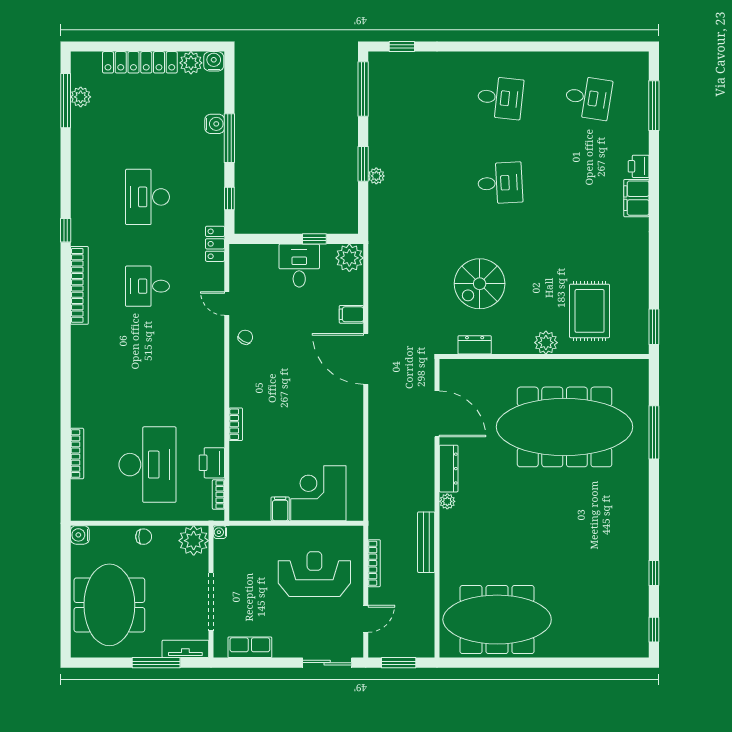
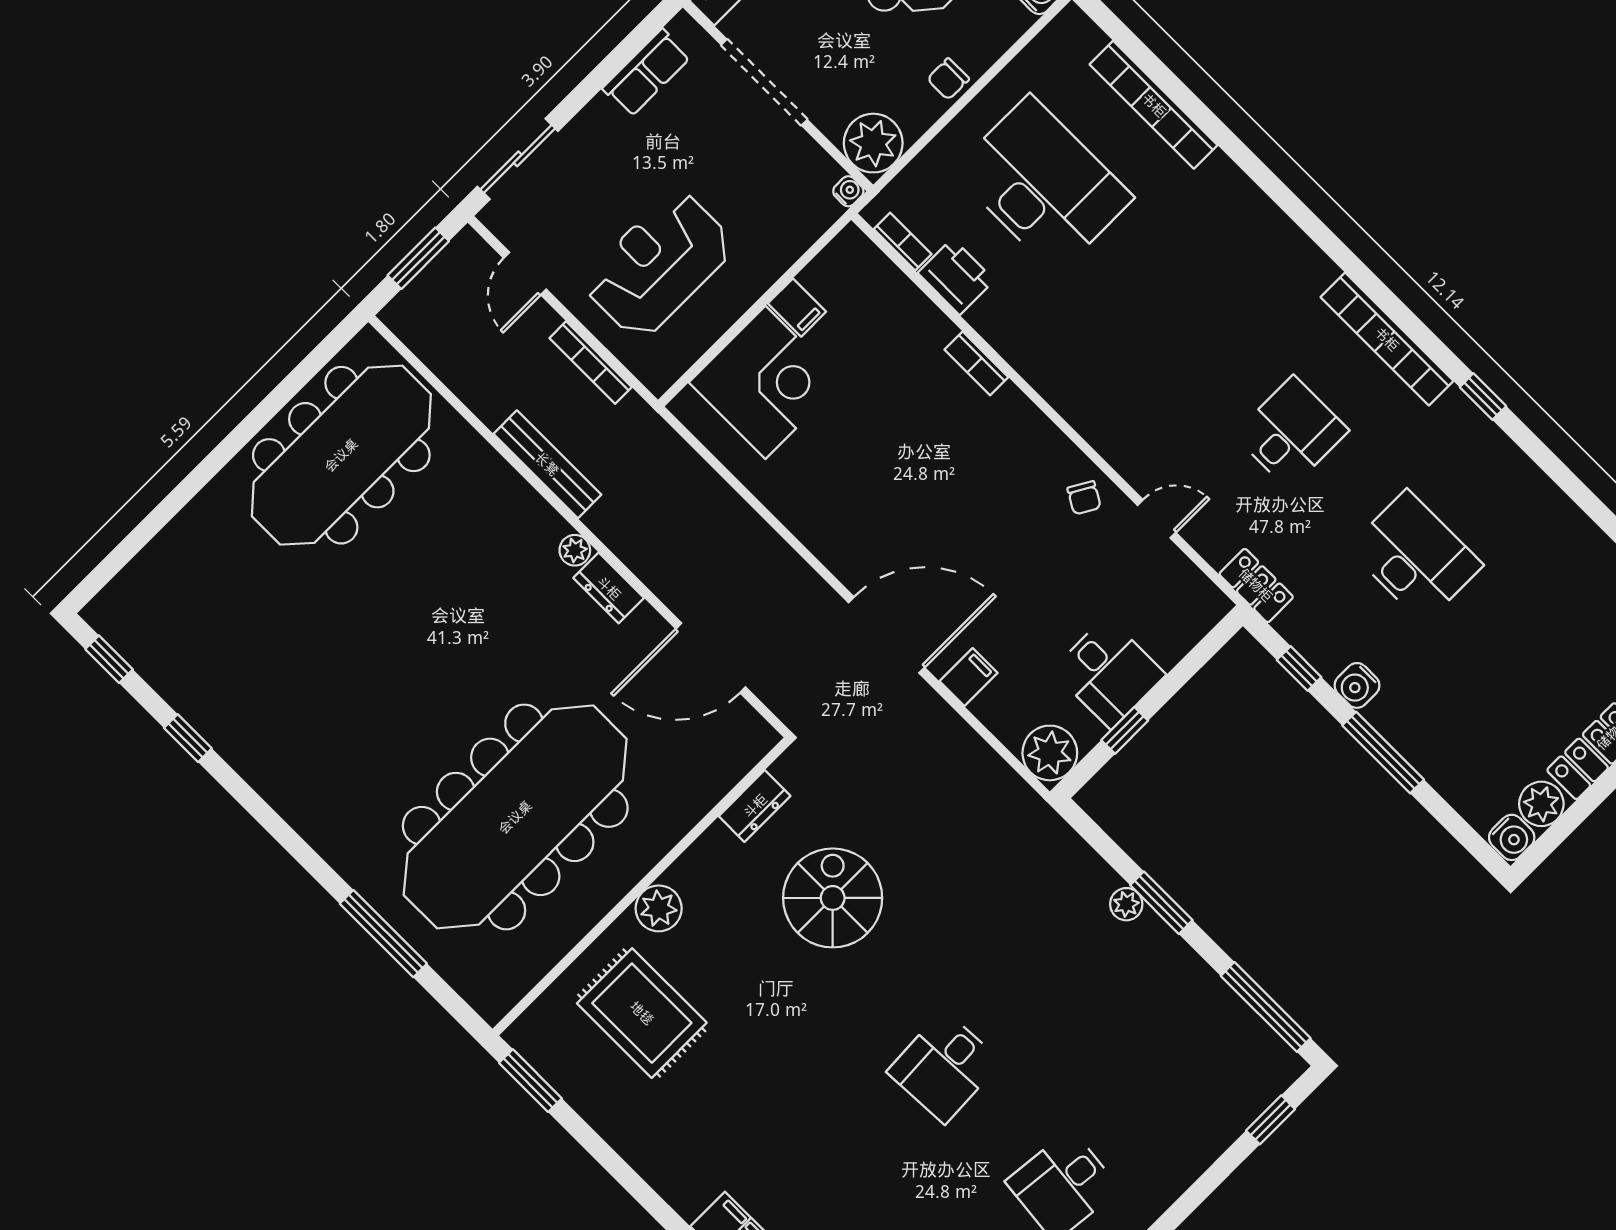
water cooler: (215, 124) -> (1357, 685), moved
bookcase: (77, 454) -> (1154, 105), width x1.48, depth x1.31
desk: (147, 465) -> (1043, 184), turned 180
dresser: (449, 469) -> (609, 588), width x0.70
reception desk: (314, 574) -> (659, 264), turned 180

